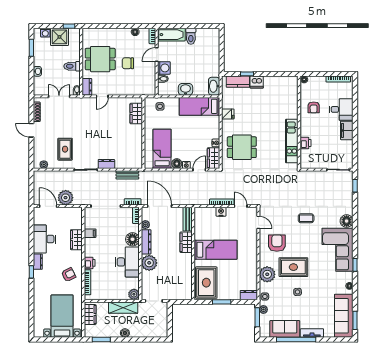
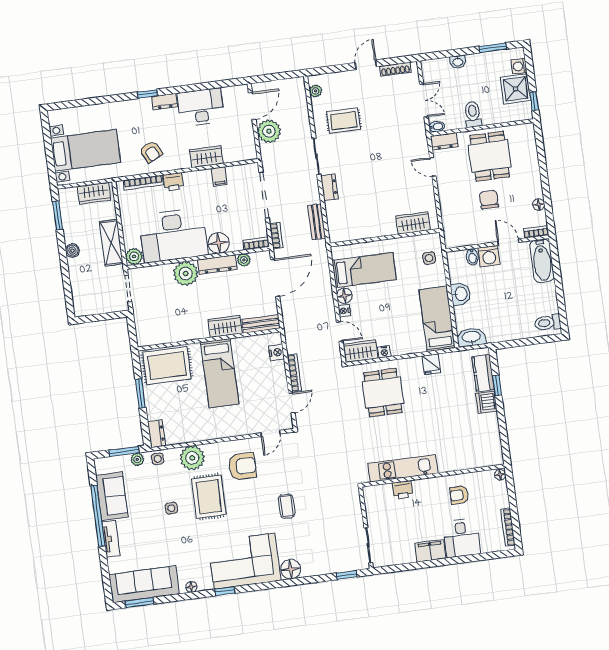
toilet: (191, 36) -> (548, 323), moved
nightstand: (221, 212) -> (276, 352), moved
desk: (127, 262) -> (173, 235), width x1.36, depth x1.30

